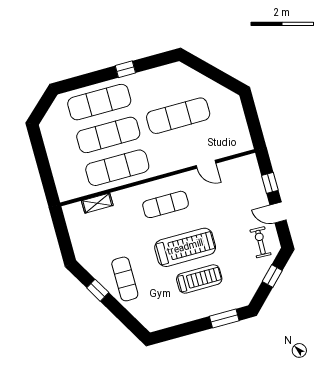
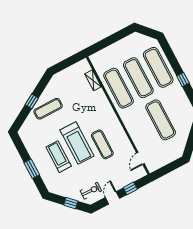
door: (206, 164) -> (140, 158), moved
exercise mat: (166, 204) -> (102, 144), moved
treadmill: (199, 279) -> (59, 157), turned 180
window: (98, 290) -> (32, 101), moved
window: (224, 318) -> (32, 169), moved

